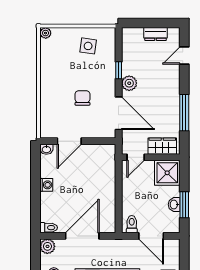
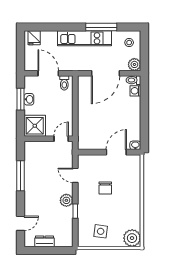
plant: (46, 33) -> (132, 238), width x1.88, depth x1.88
door: (119, 113) -> (75, 175), width x0.53
wardrobe: (162, 146) -> (39, 148), removed
washing machine: (46, 185) -> (135, 91), moved

